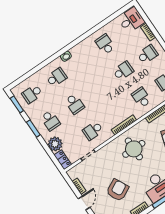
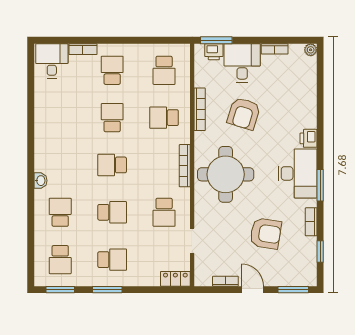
school desk: (105, 44) -> (112, 165), moved
plant: (55, 144) -> (148, 275), removed
round table: (134, 149) -> (226, 174), width x1.36, depth x1.36
armchair: (118, 190) -> (266, 233), turned 126

